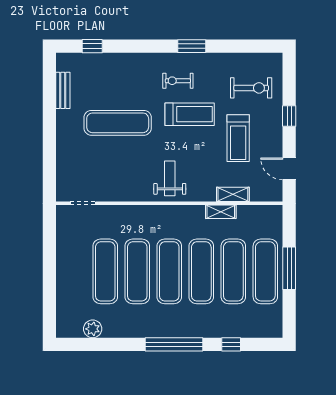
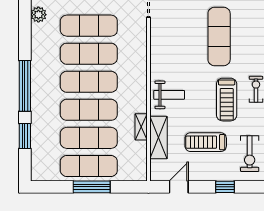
weight bench: (170, 178) -> (169, 95), moved
shelving: (233, 194) -> (158, 138), width x1.50, depth x1.33
window: (231, 344) -> (25, 136), width x1.50

